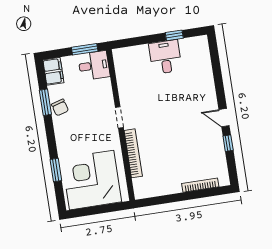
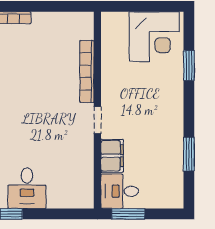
filing cabinet: (53, 71) -> (112, 156), moved, turned 180
chair: (60, 107) -> (171, 144), removed
corner desk: (92, 180) -> (154, 37), width x0.74, depth x0.74

